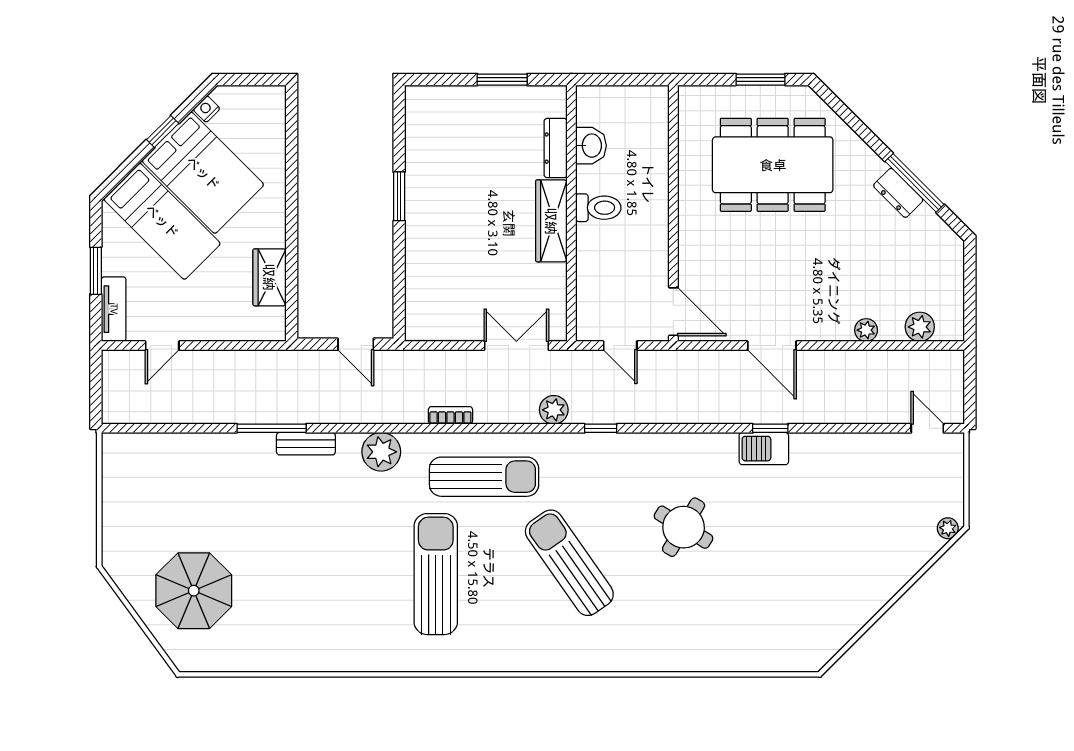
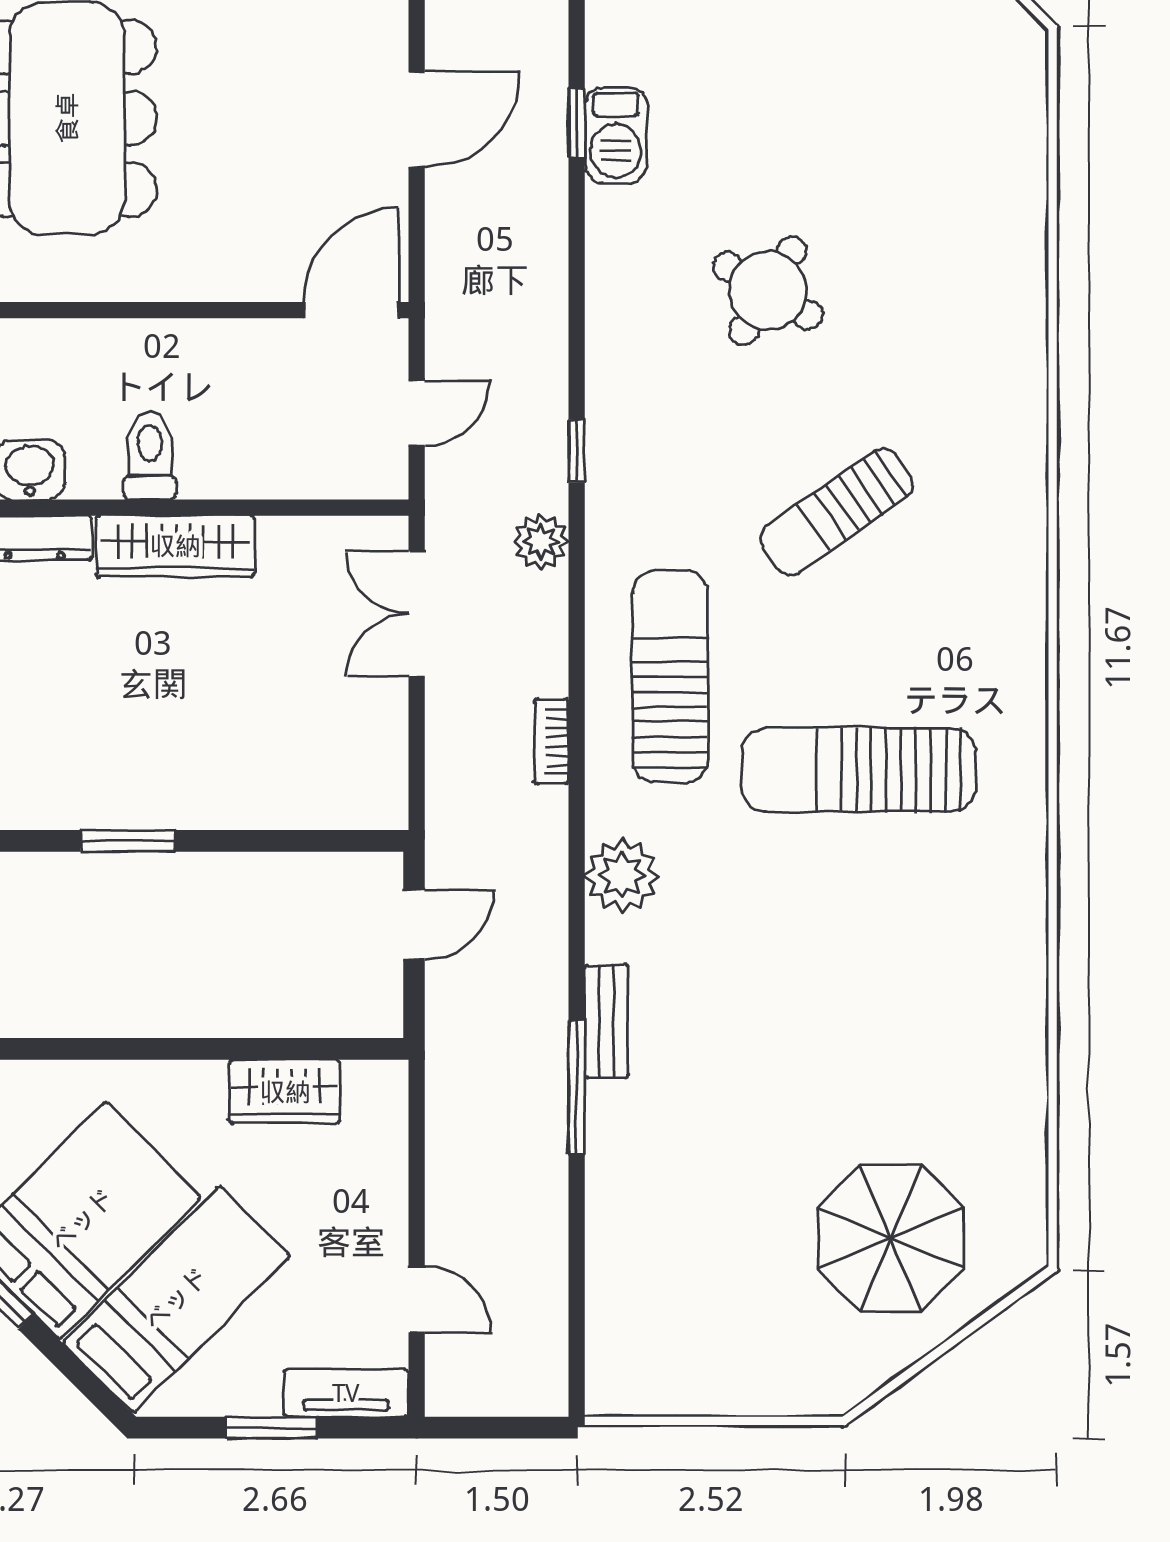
sun lounger: (569, 563) -> (837, 511), width x0.73, depth x0.75

